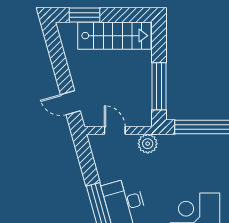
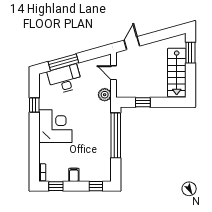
window: (159, 86) -> (143, 102), width x0.46
door: (115, 130) -> (113, 73), swing flipped

